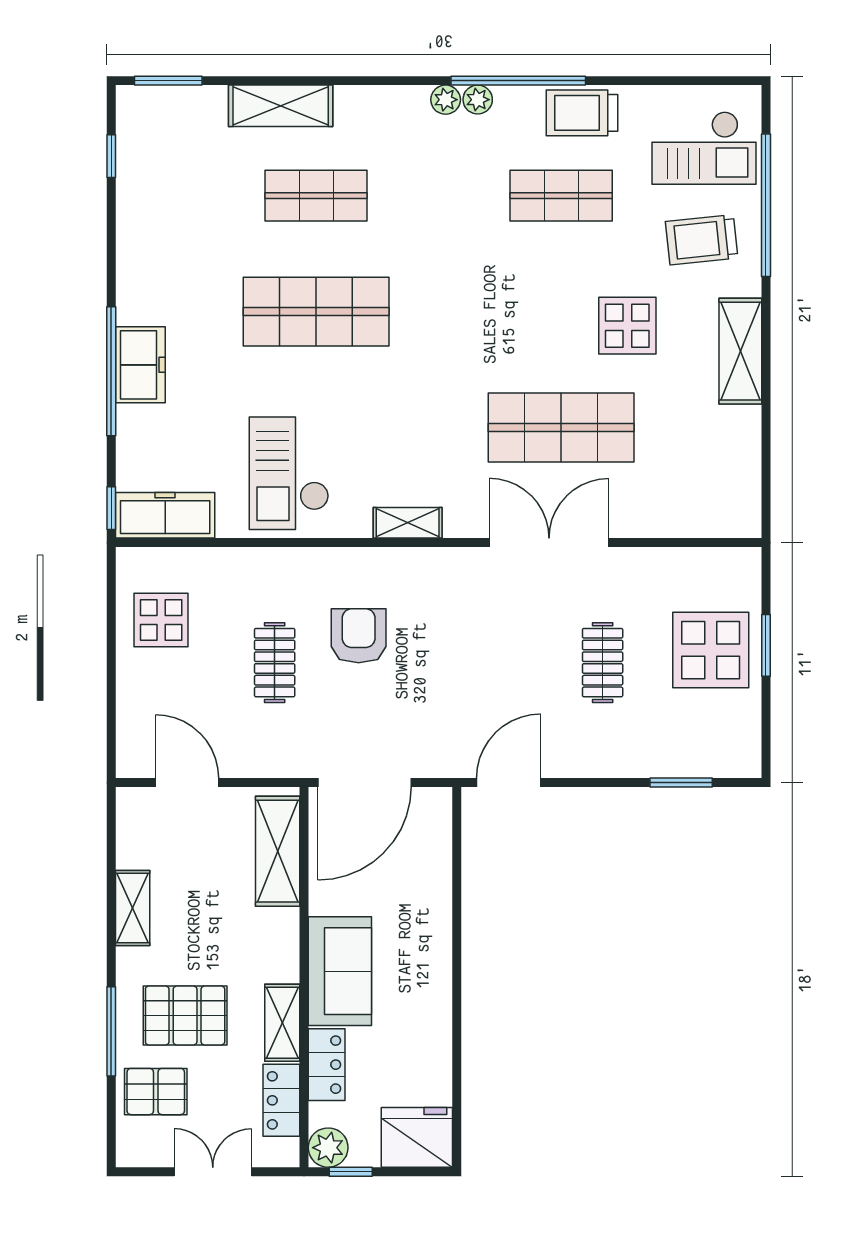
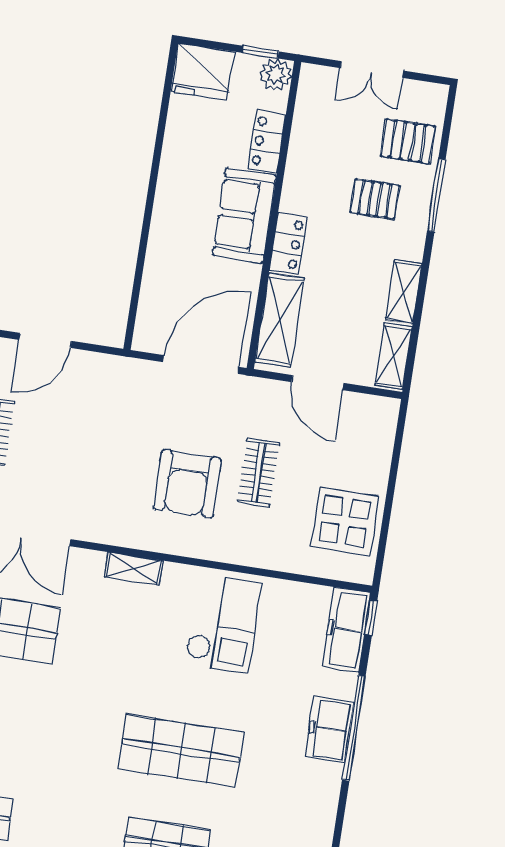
freezer: (165, 515) -> (346, 630), moved, turned 90
display table: (161, 620) -> (345, 521), width x1.36, depth x1.36
armchair: (359, 636) -> (187, 484), width x1.36, depth x1.36
door: (187, 783) -> (318, 383), moved
door: (509, 783) -> (45, 340), moved
pallet: (185, 1015) -> (375, 199), width x0.67, depth x0.71
shelving: (282, 1023) -> (393, 356), moved
locker: (281, 1100) -> (288, 244), moved

